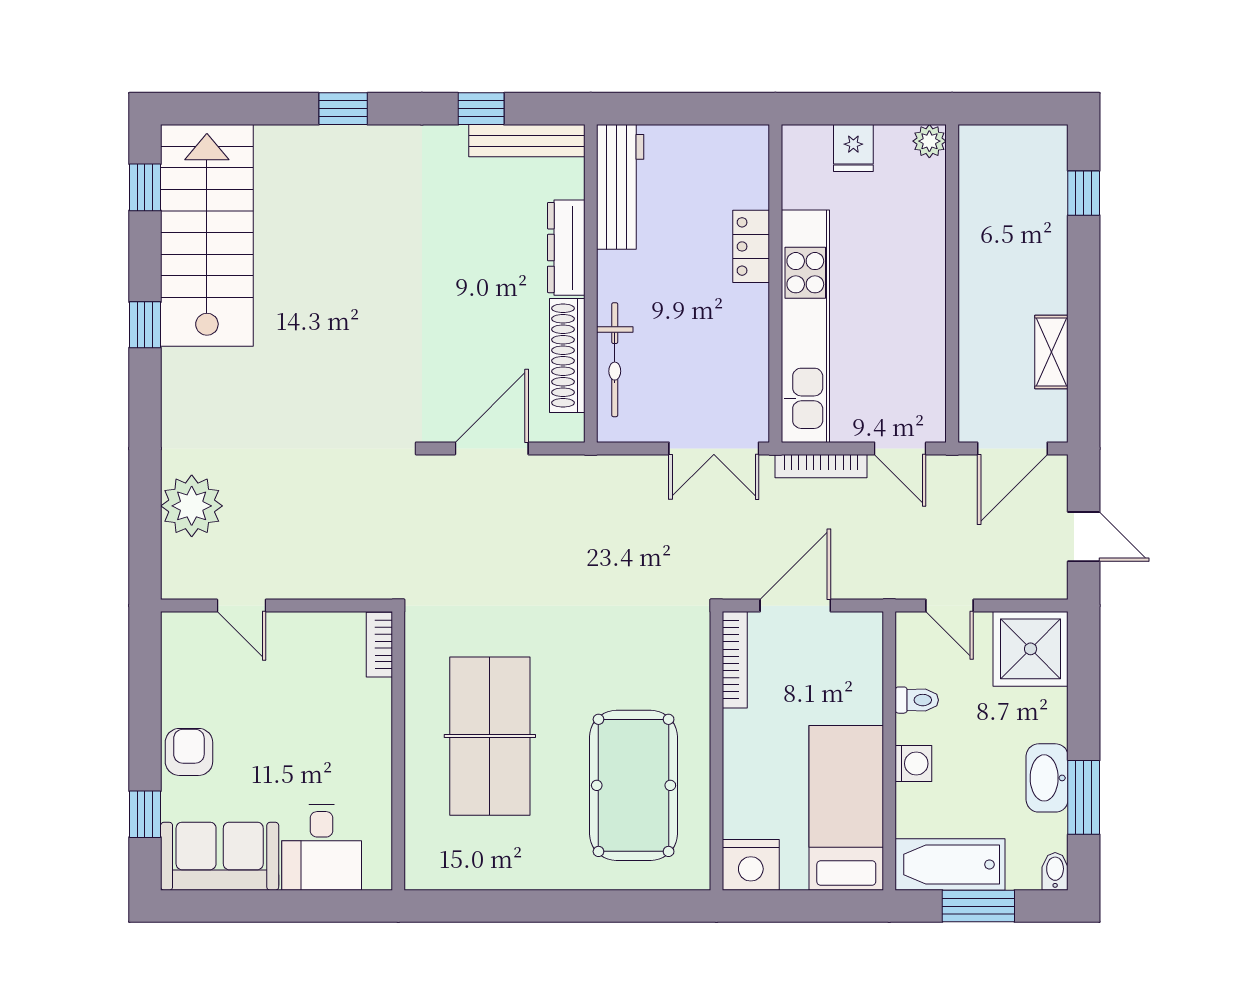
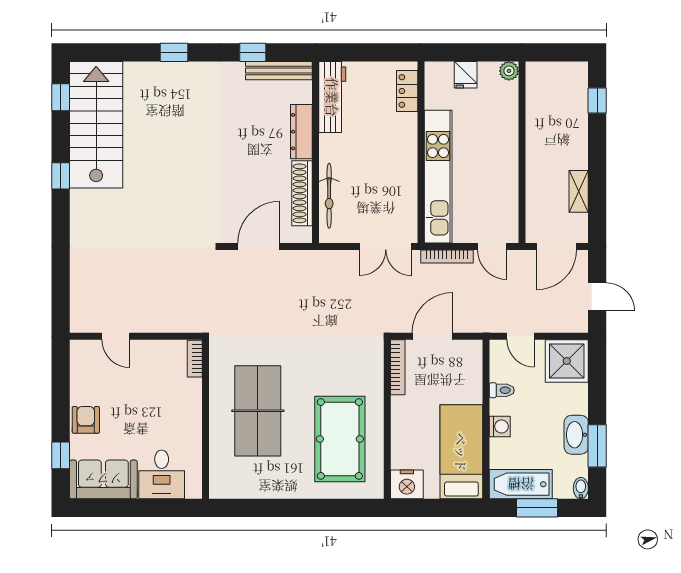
locker: (751, 246) -> (407, 91), moved
plant: (192, 506) -> (87, 279), removed

